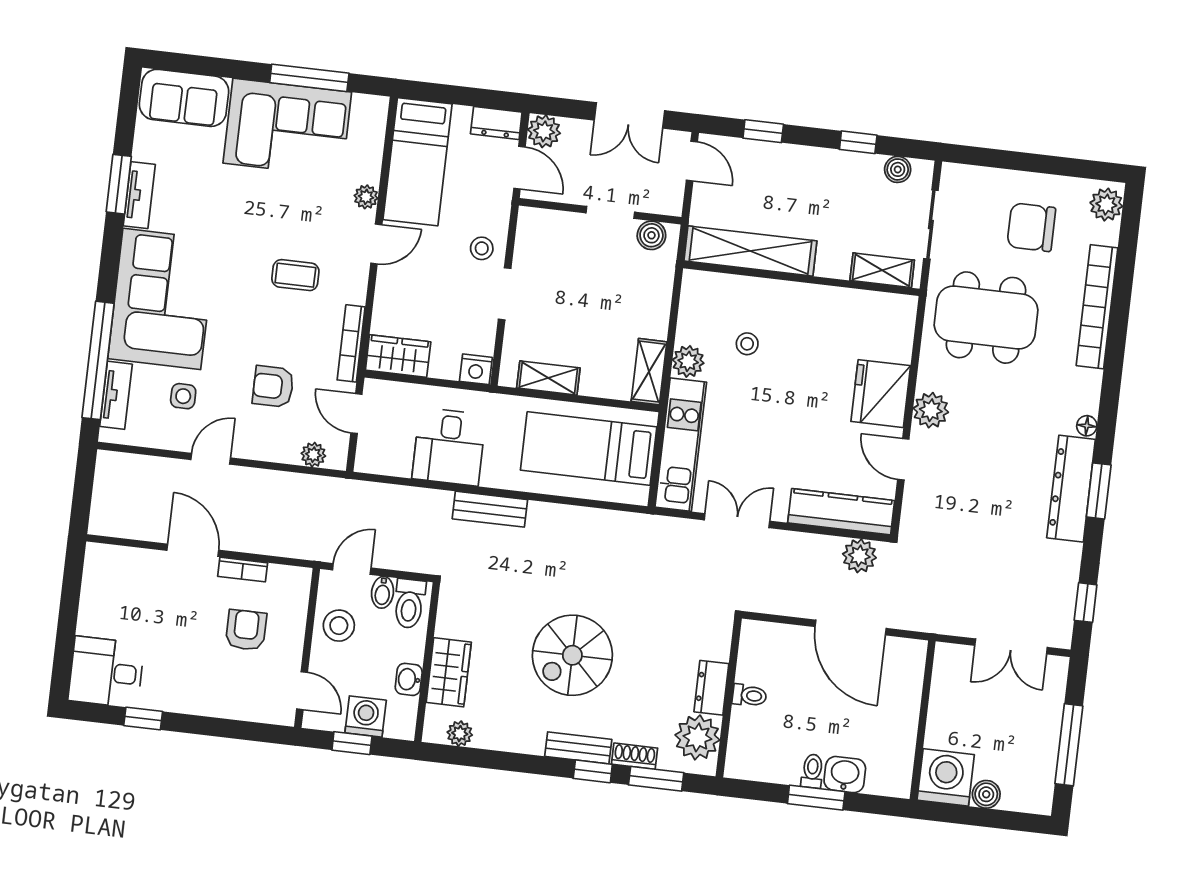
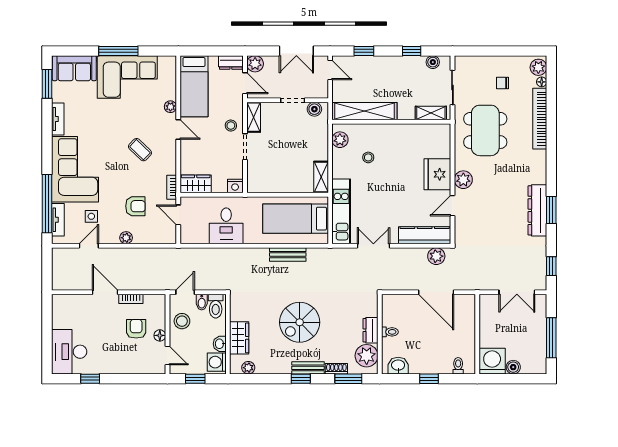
window: (309, 78) -> (118, 51), moved
window: (119, 184) -> (47, 84), moved
chair: (1031, 227) -> (502, 83), width x0.54, depth x0.54
door: (376, 244) -> (178, 129), hinge flipped
coffee table: (295, 275) -> (140, 150), turned 44
dining table: (986, 318) -> (485, 130), turned 90
bookcase: (351, 343) -> (172, 187), width x0.64
plant: (688, 361) -> (340, 140), moved
shelving: (548, 378) -> (254, 117), moved, turned 90
armchair: (273, 386) -> (135, 206), turned 180
floor lamp: (1087, 426) -> (542, 82), moved
plant: (313, 455) -> (126, 238), moved
door: (211, 459) -> (89, 246), moved
door: (903, 459) -> (452, 206), hinge flipped
bench: (490, 509) -> (288, 255), moved
floor lamp: (291, 649) -> (160, 335), added
desk: (106, 672) -> (69, 352), width x1.37
washing machine: (366, 717) -> (217, 362), moved, turned -90
window: (593, 771) -> (301, 379), moved
toilet: (812, 771) -> (458, 366), moved
washbasin: (845, 775) -> (398, 366), moved
window: (816, 798) -> (429, 379), width x0.67

